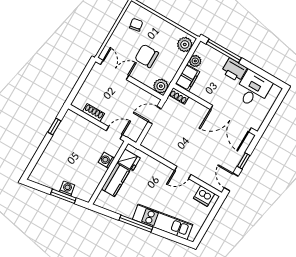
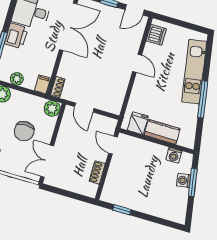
filing cabinet: (188, 78) -> (42, 84), width x0.50
washing machine: (106, 160) -> (174, 155), moved

